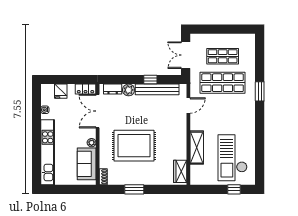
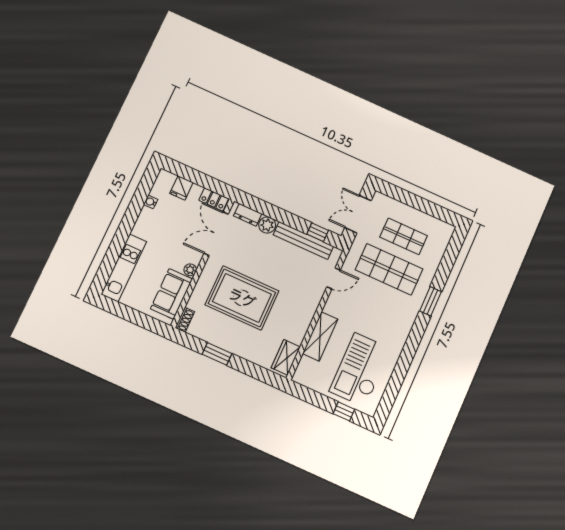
window: (150, 80) -> (318, 232), moved
kitchen unit: (48, 152) -> (124, 268), width x0.73

